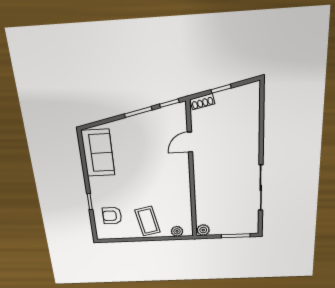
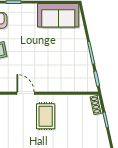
door: (190, 142) -> (25, 93), moved
rug: (218, 161) -> (46, 116), added

